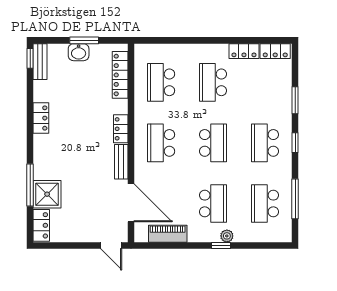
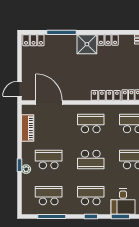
desk: (274, 96) -> (123, 202), added
locker: (121, 129) -> (106, 95), width x1.53
bench: (121, 162) -> (78, 96), removed
shower: (47, 194) -> (87, 44), moved
door: (131, 203) -> (49, 103), swing flipped
school desk: (213, 203) -> (49, 160), turned 180

